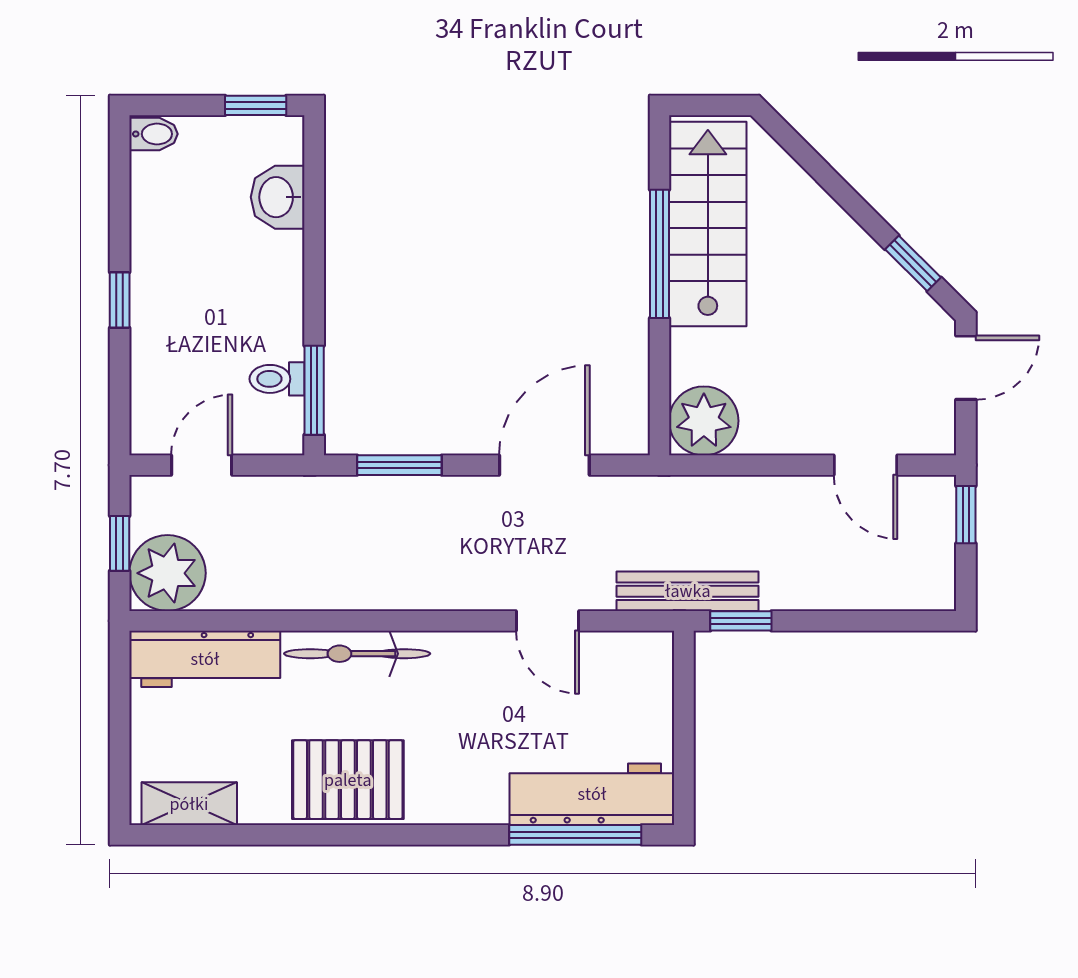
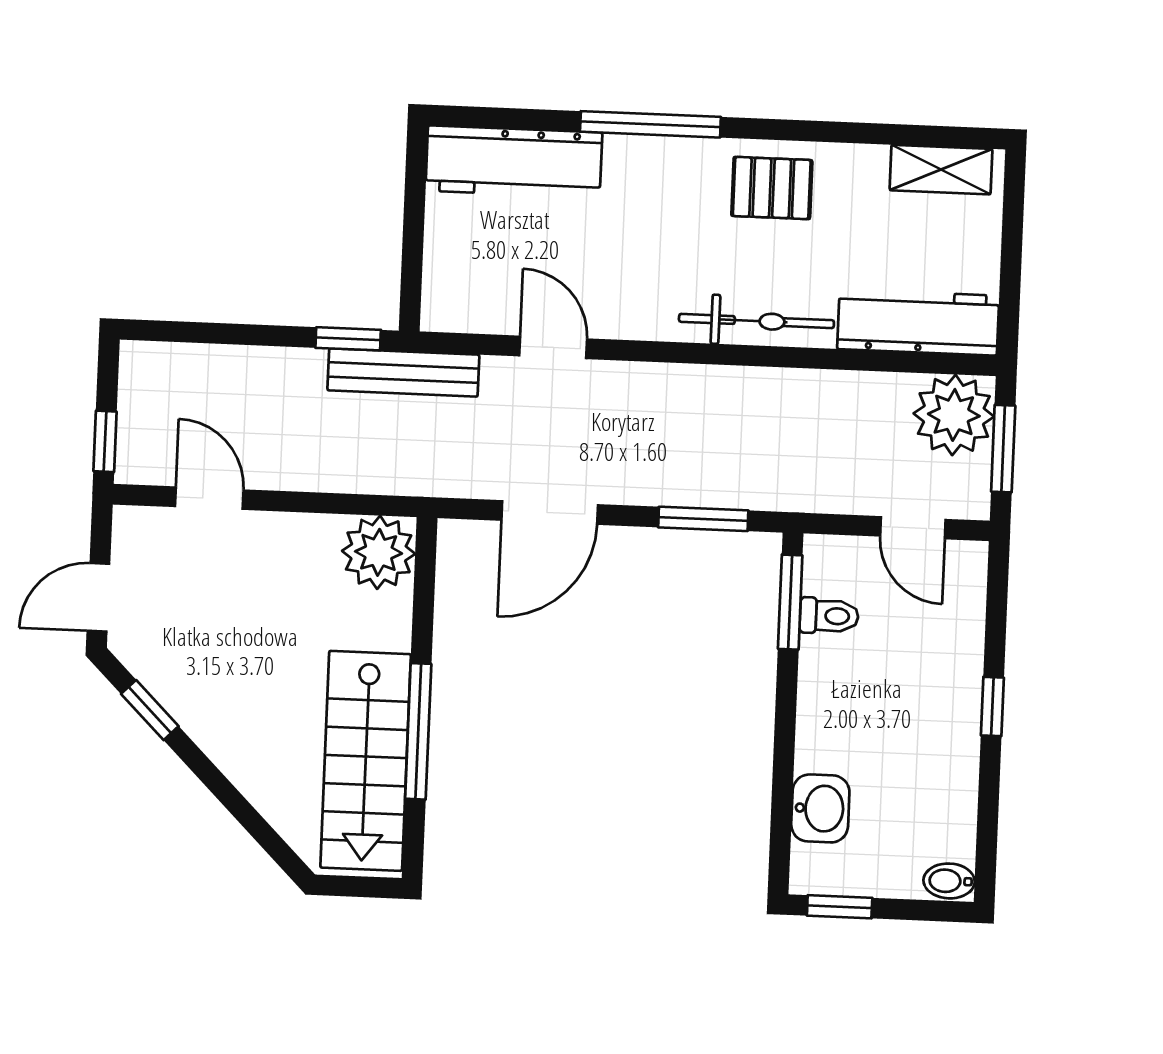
door: (202, 465) -> (913, 528), hinge flipped
window: (120, 543) -> (1003, 449), width x1.50
pallet: (348, 780) -> (772, 188), width x0.67, depth x0.71
window: (575, 835) -> (650, 124), moved

